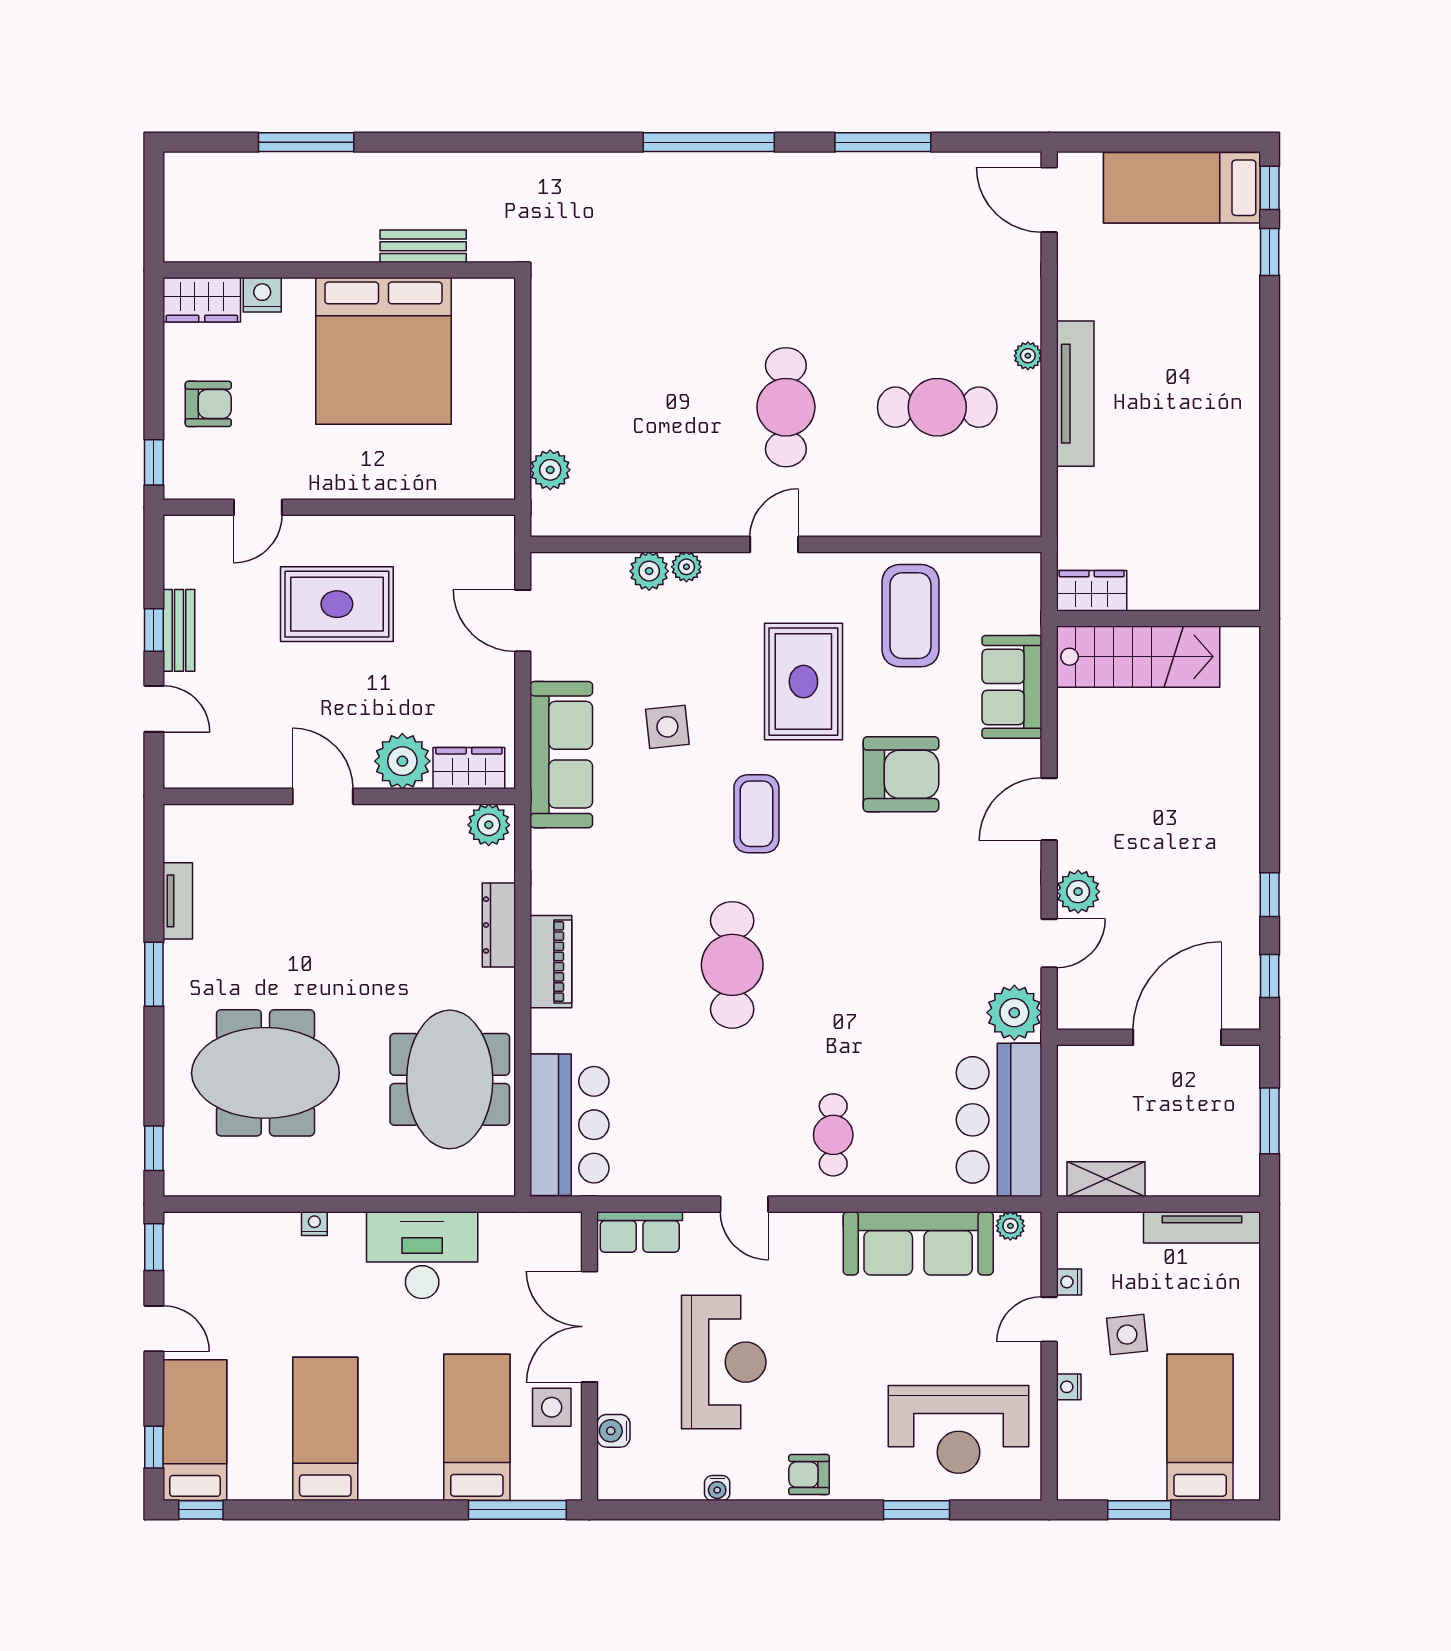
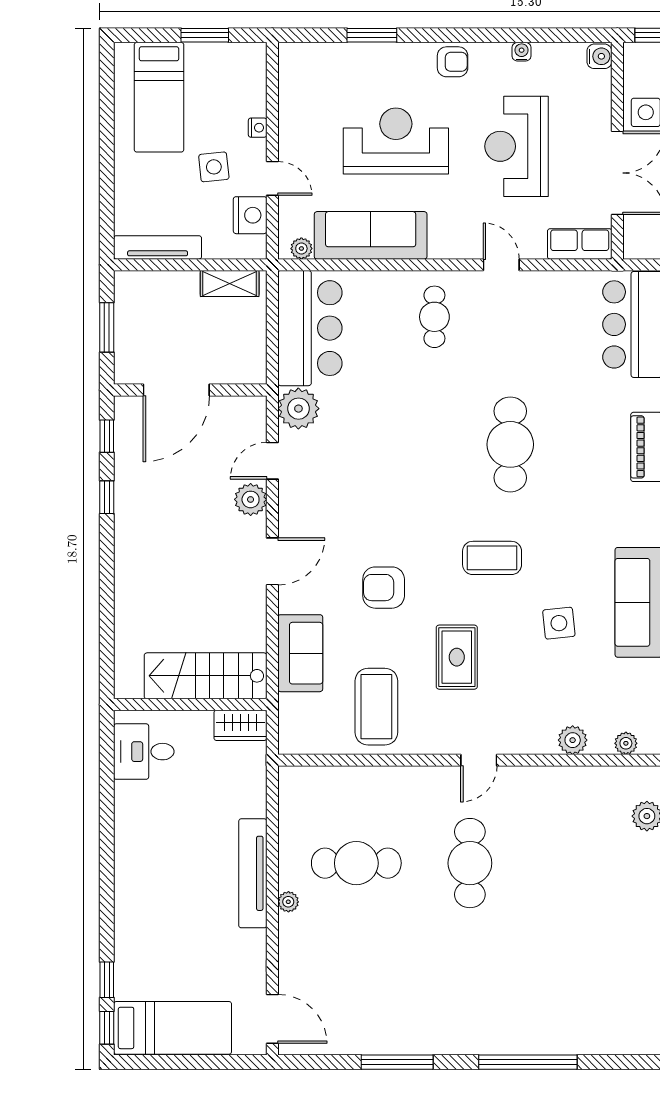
desk: (1220, 556) -> (144, 752), added
plant: (686, 567) -> (626, 743), moved
rug: (803, 682) -> (457, 657), width x0.73, depth x0.70
armchair: (901, 774) -> (384, 588), width x0.73, depth x0.73
coffee table: (756, 814) -> (492, 558), turned 90
nightstand: (1069, 1282) -> (250, 215), width x1.89, depth x1.79
door: (1049, 1319) -> (272, 178), hinge flipped
reception desk: (959, 1429) -> (396, 141), moved
water cooler: (613, 1431) -> (599, 56), moved

